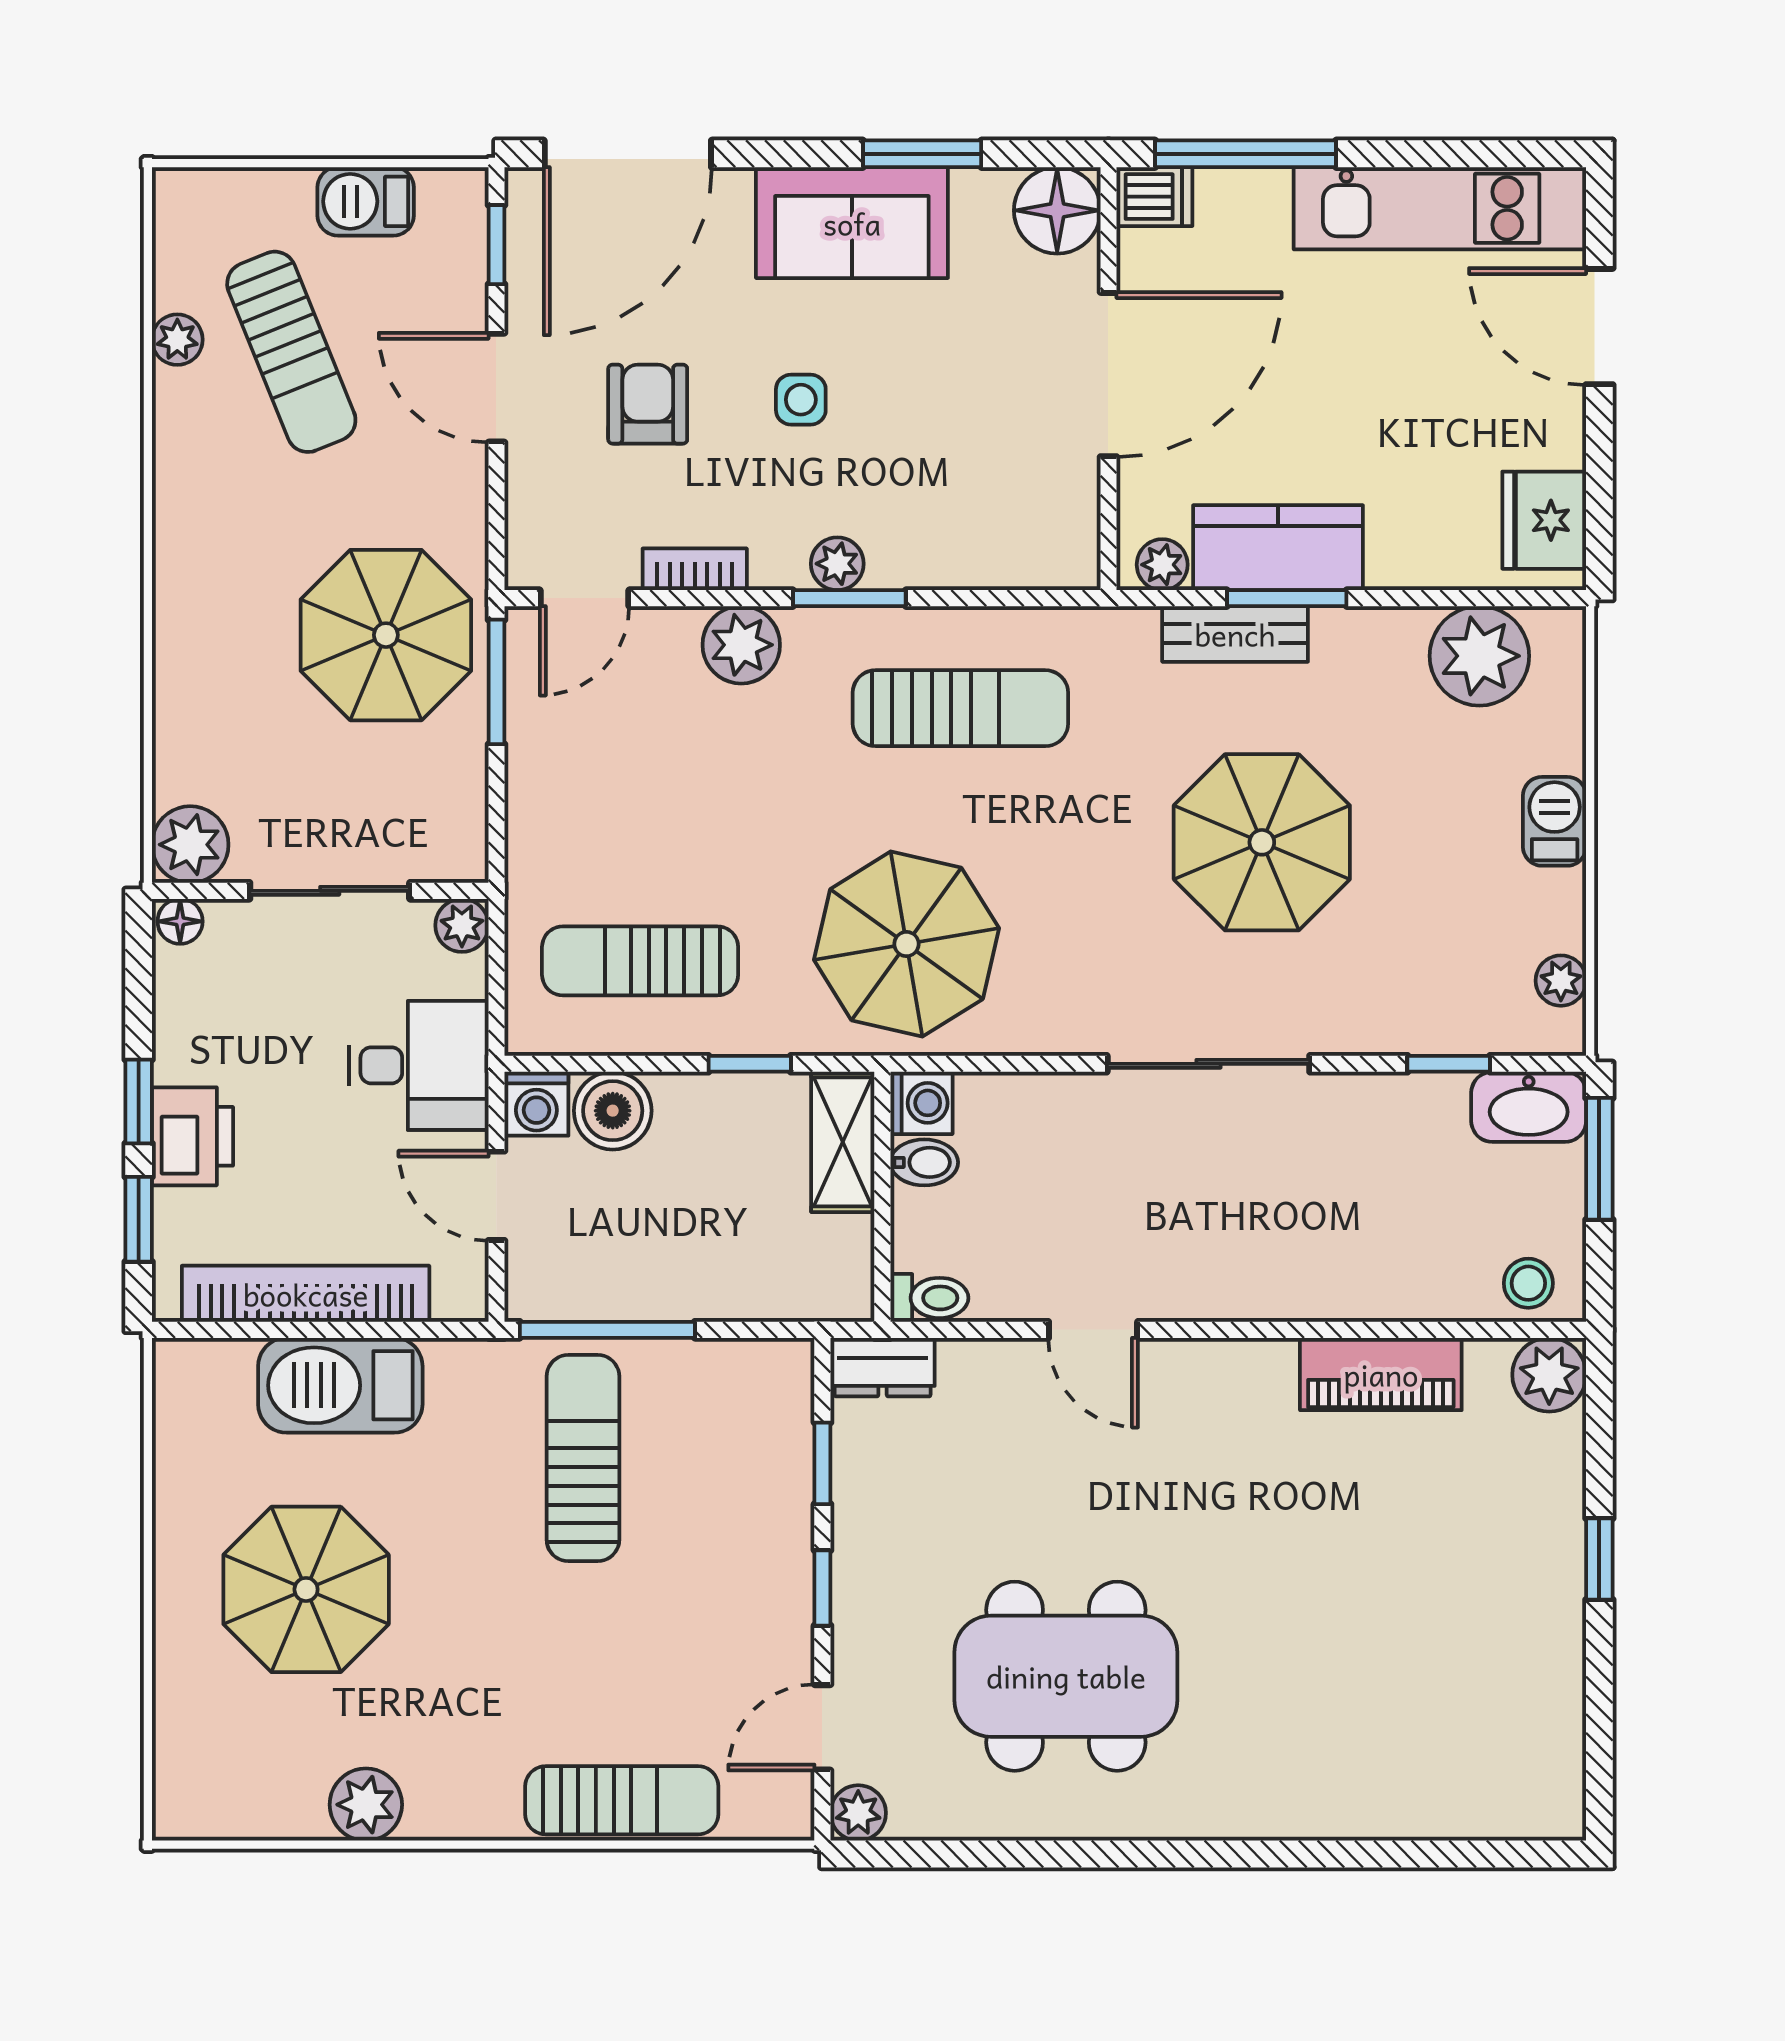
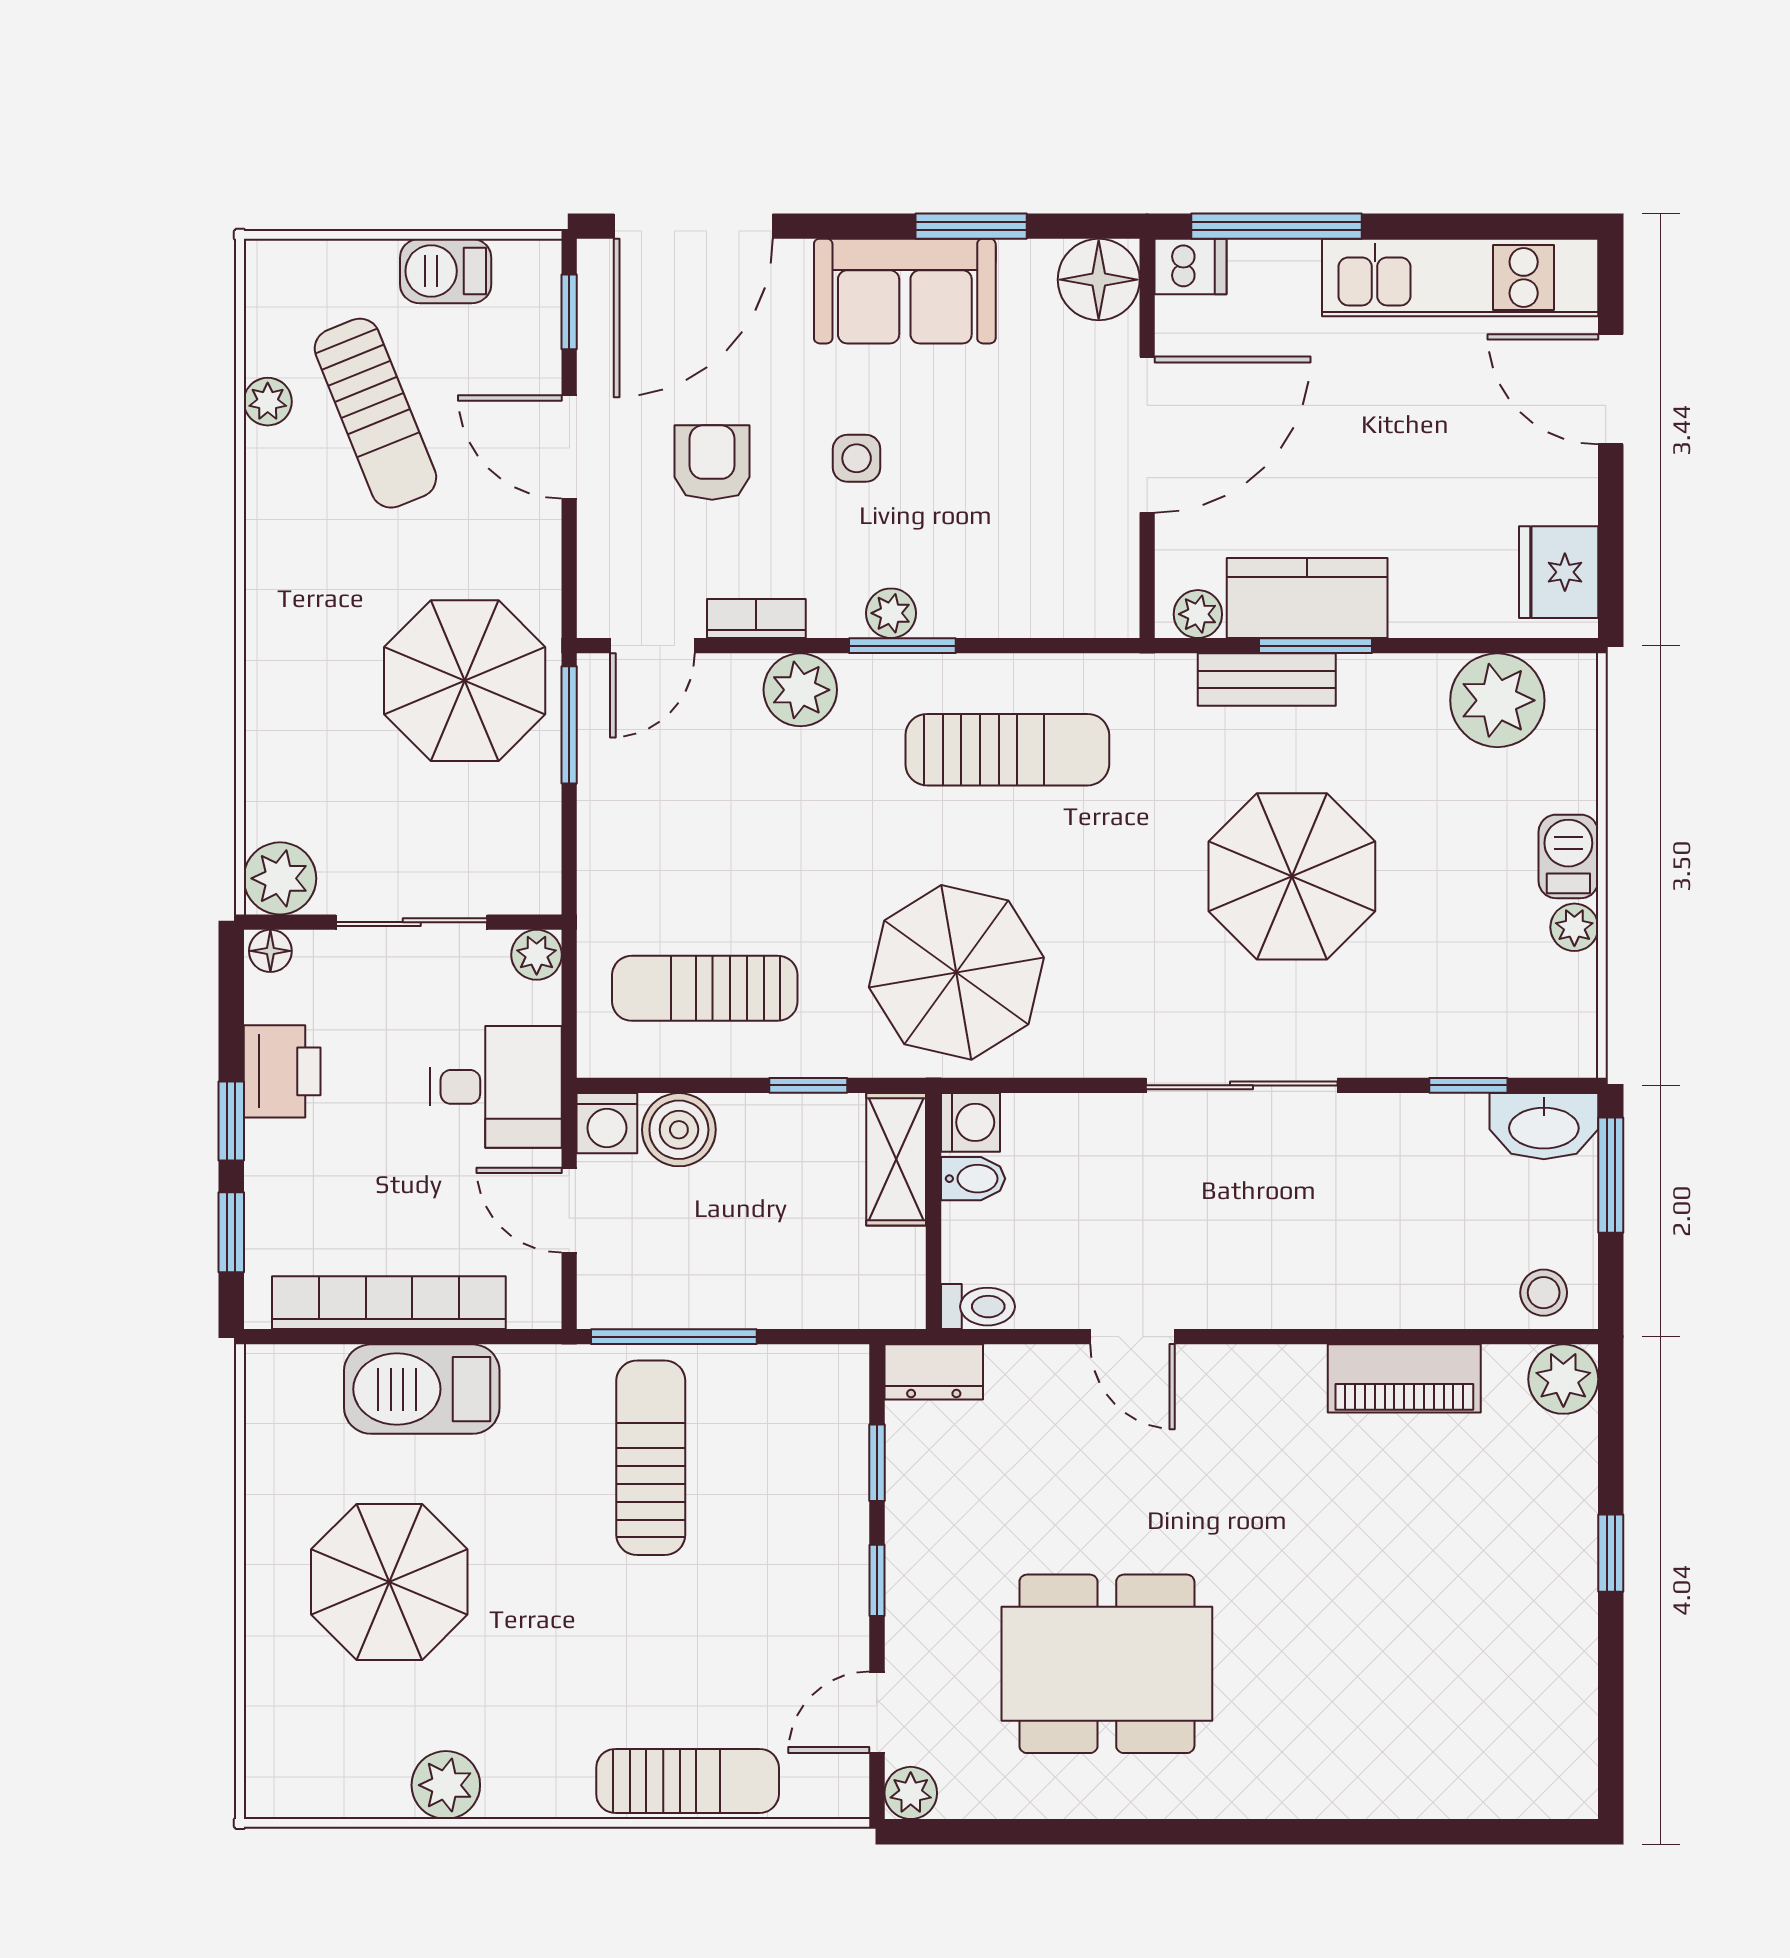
plant: (1561, 981) -> (1574, 927), moved
printer: (192, 1136) -> (282, 1071), moved

